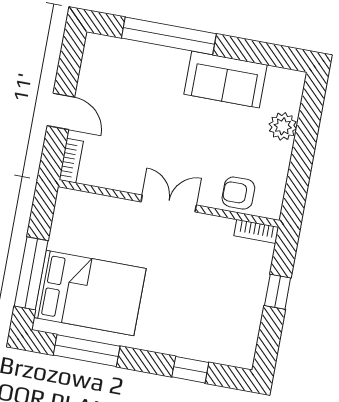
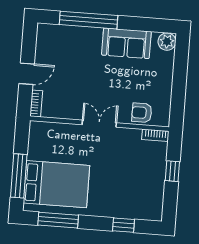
door: (61, 111) -> (27, 74), hinge flipped
plant: (283, 126) -> (167, 42), moved

